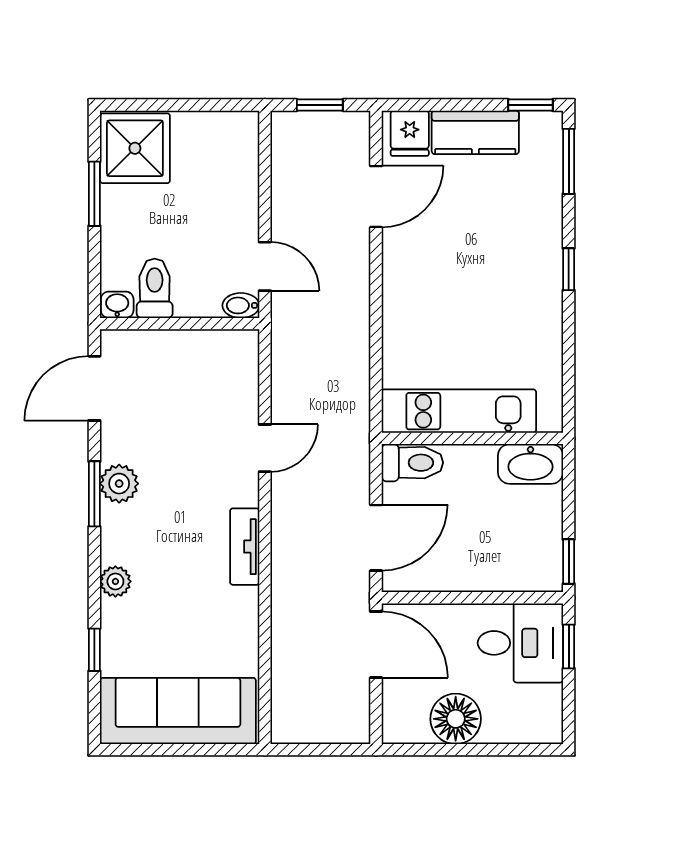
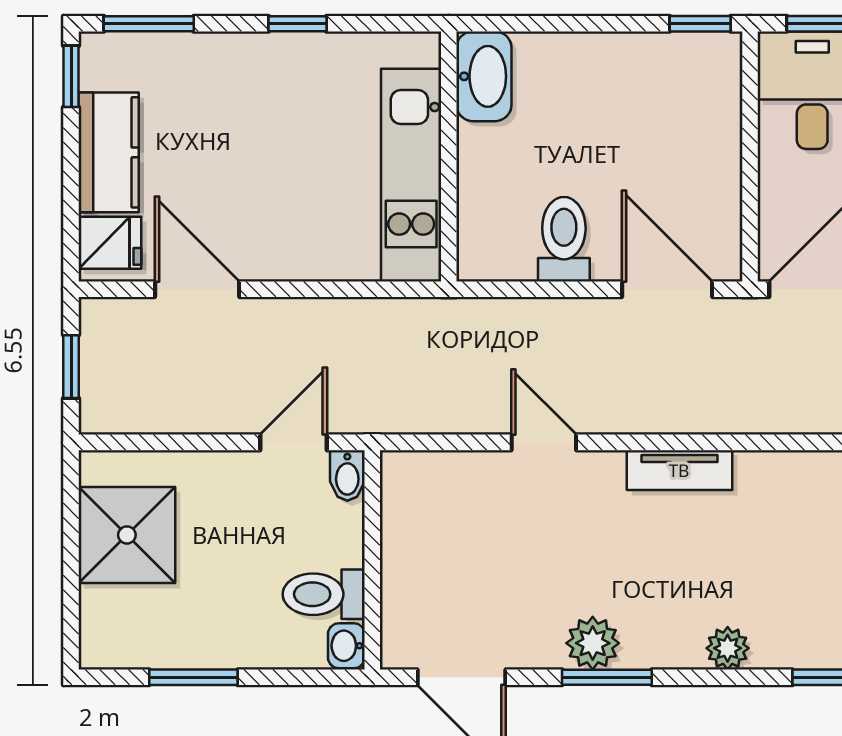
shower: (135, 148) -> (127, 535), moved
kitchen unit: (459, 411) -> (411, 175), moved
wall: (472, 438) -> (449, 156), moved
washbasin: (531, 464) -> (484, 76), moved

